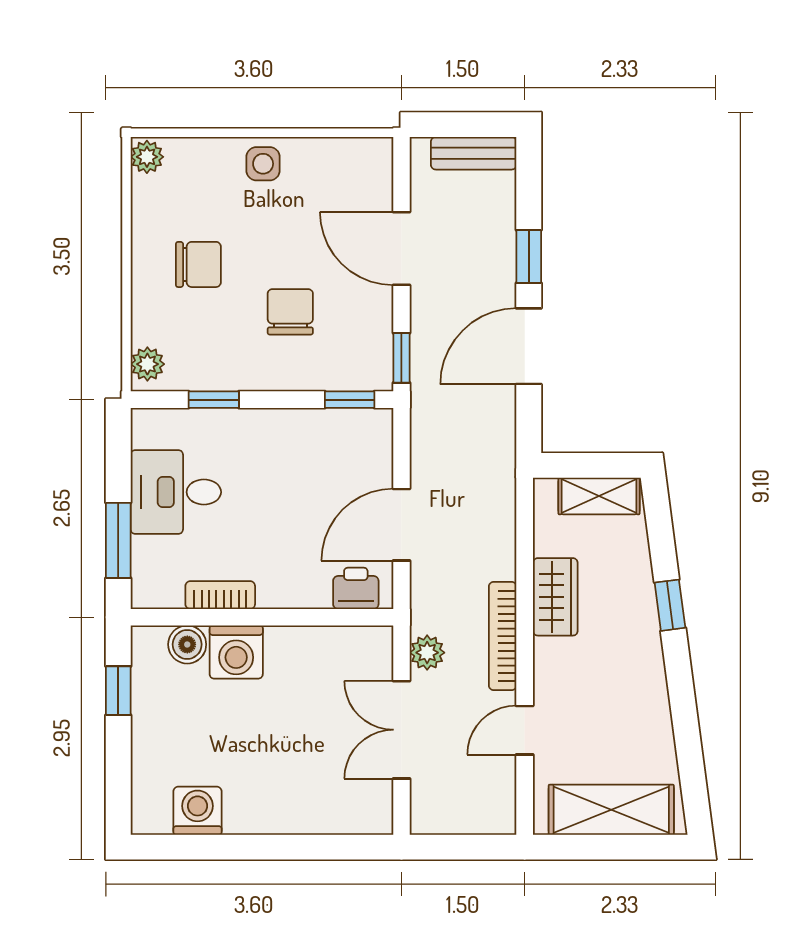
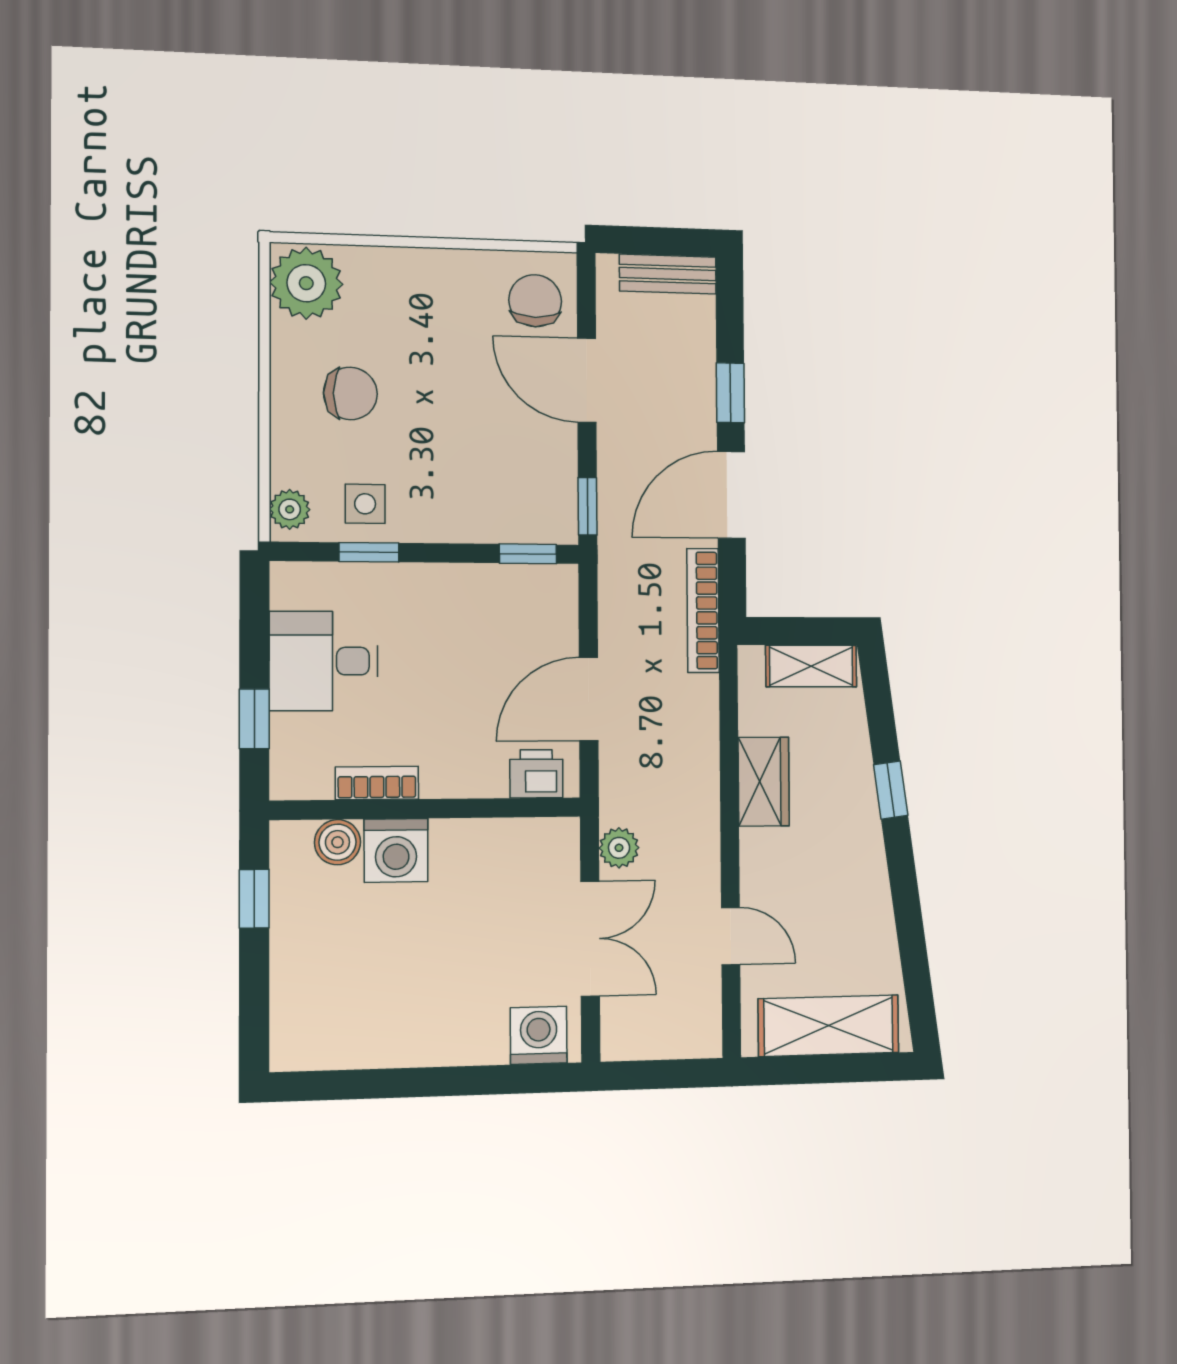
plant: (147, 157) -> (306, 283), width x1.88, depth x1.88
side table: (263, 164) -> (365, 504), moved
chair: (290, 312) -> (535, 301), moved
window: (118, 540) -> (254, 719), width x0.67
bookcase: (503, 636) -> (703, 610), moved
double door: (401, 730) -> (590, 939), swing flipped
door: (525, 730) -> (731, 936), swing flipped
washing machine: (198, 811) -> (539, 1035), moved

